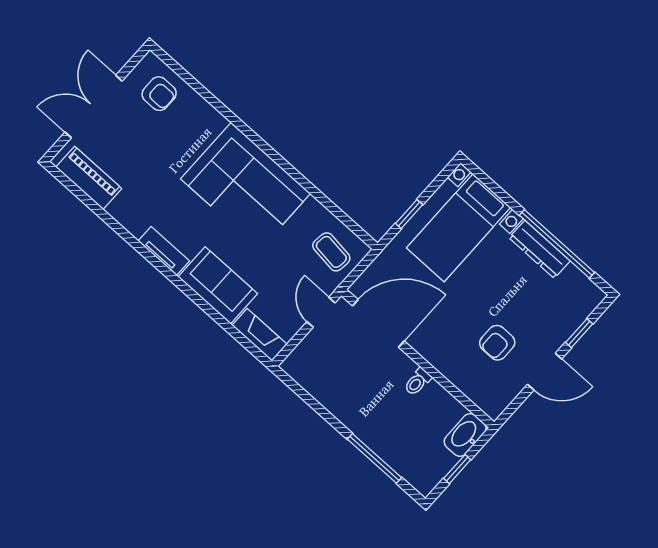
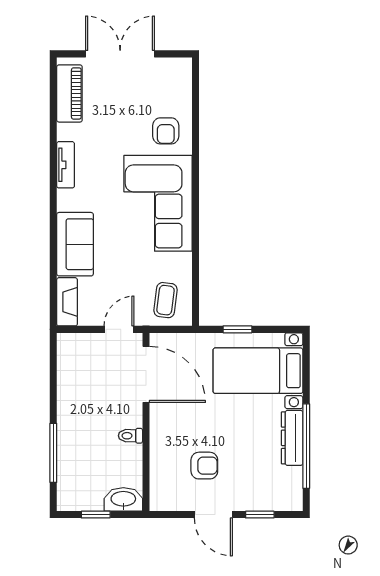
armchair: (159, 94) -> (166, 131), moved
tv unit: (164, 251) -> (66, 165), moved
armchair: (497, 343) -> (204, 466), turned 180

